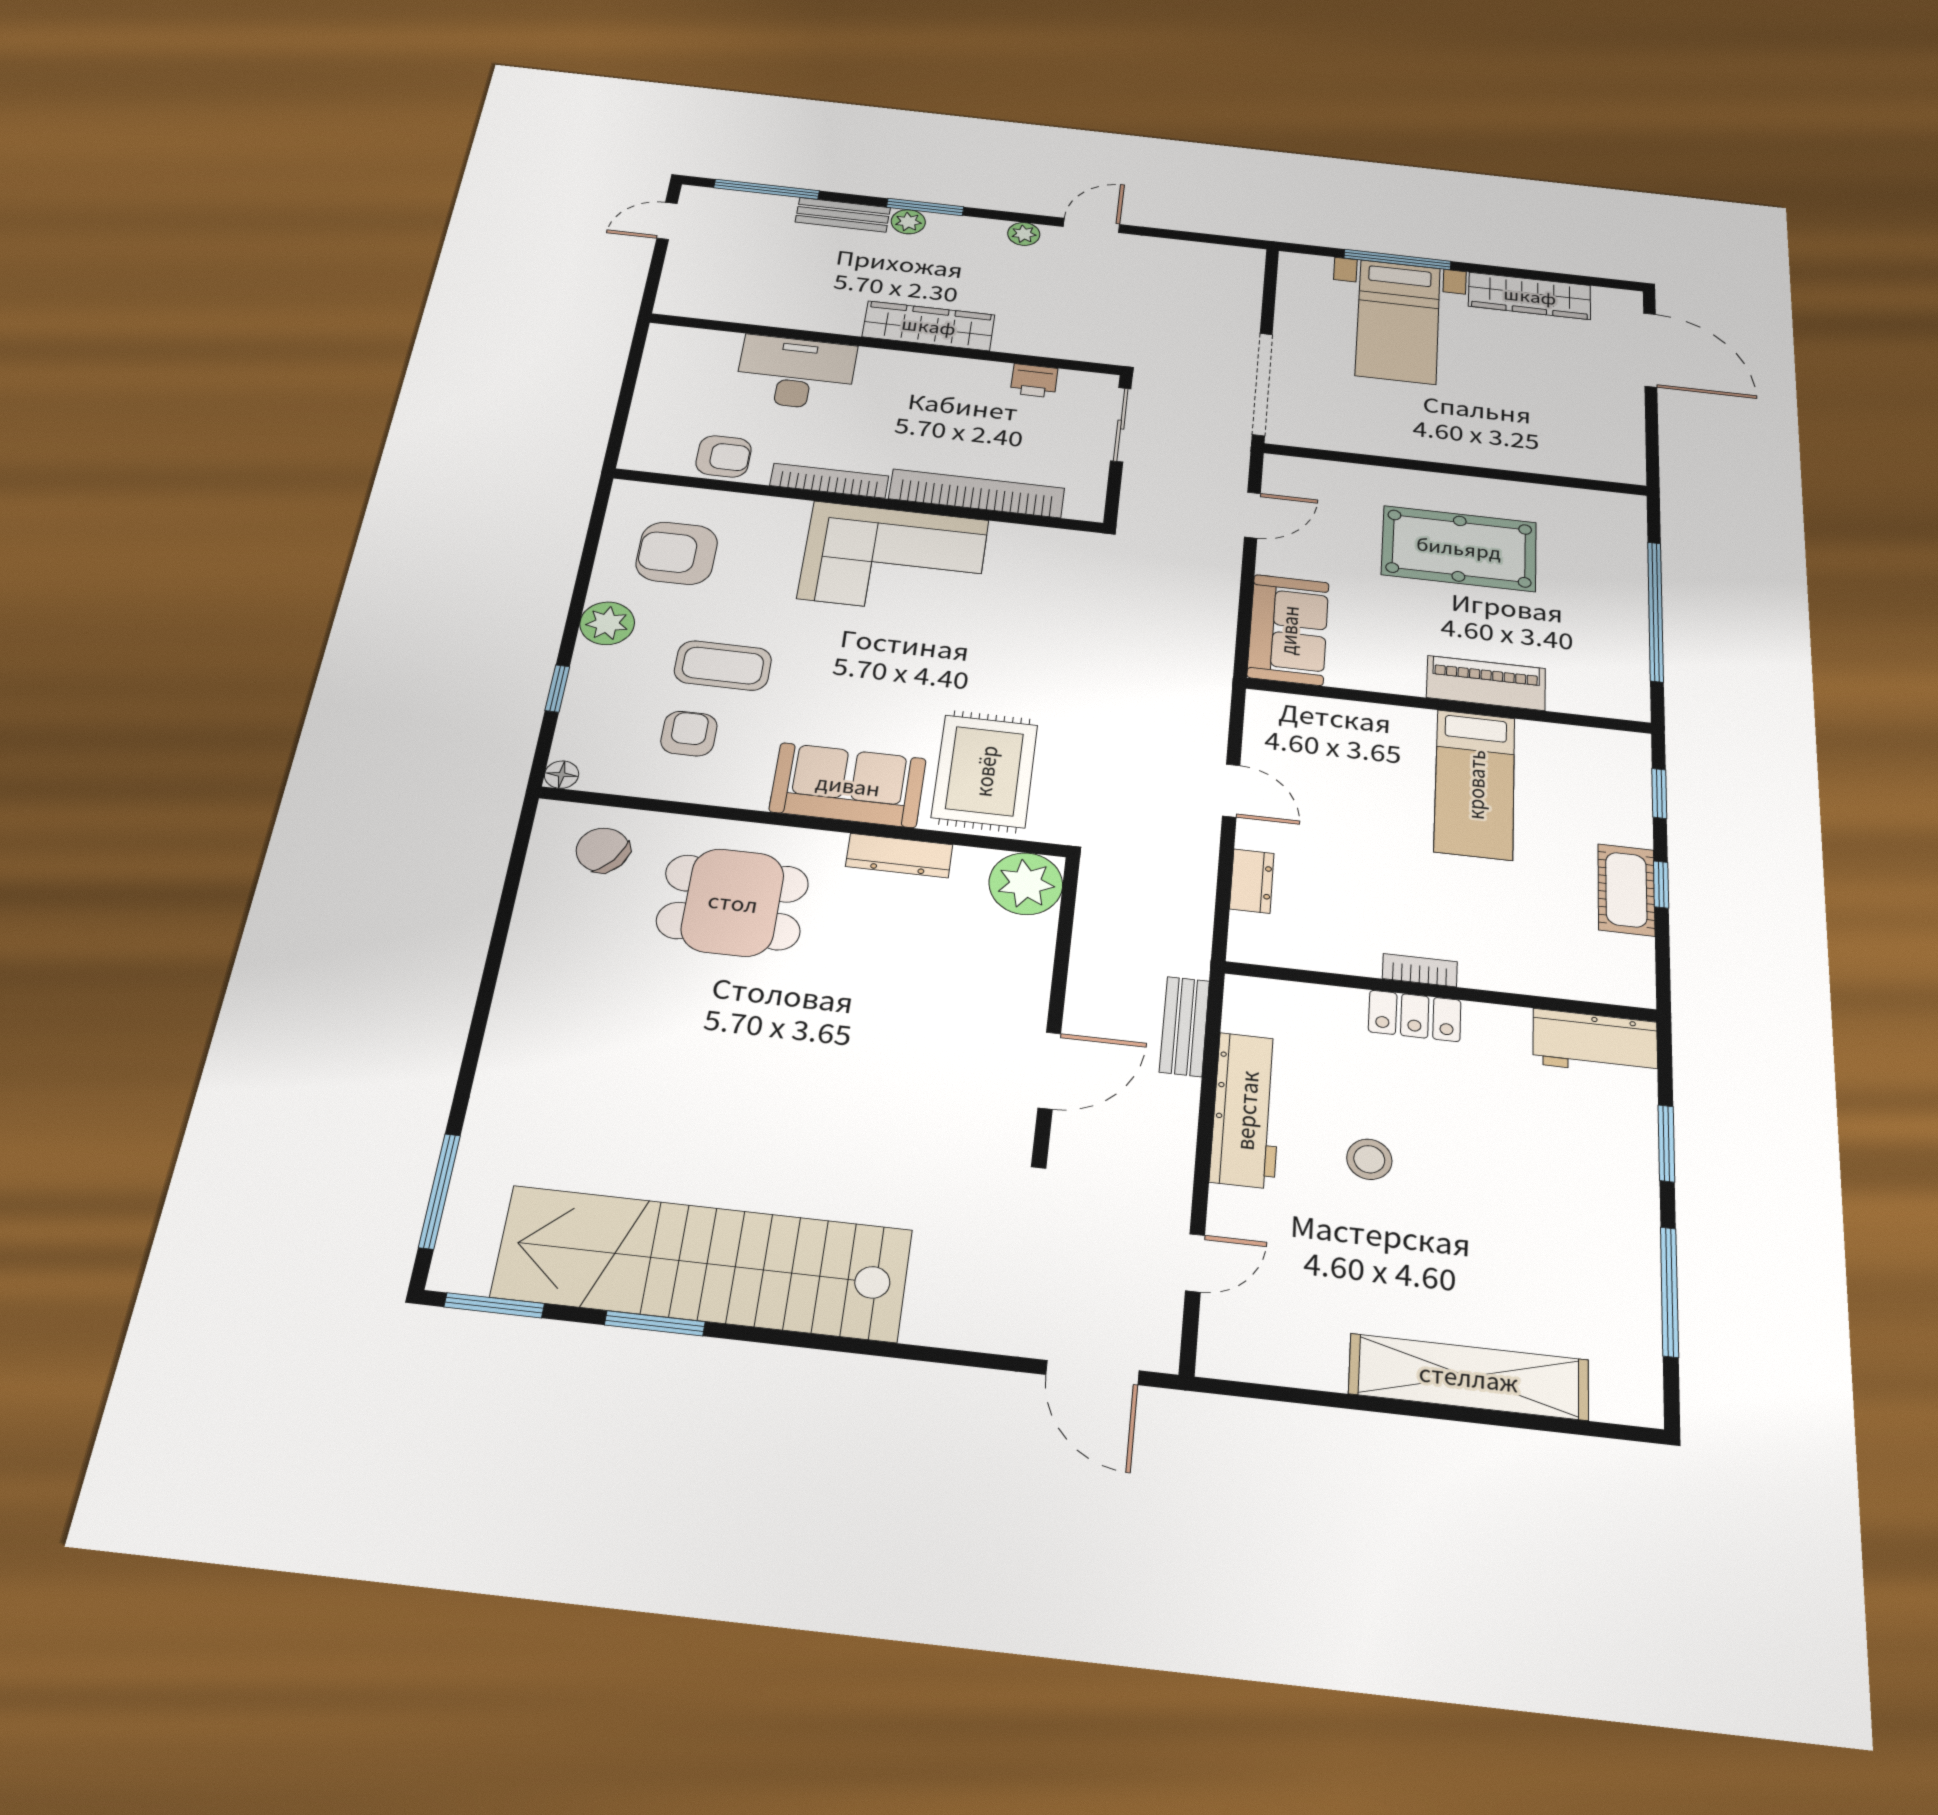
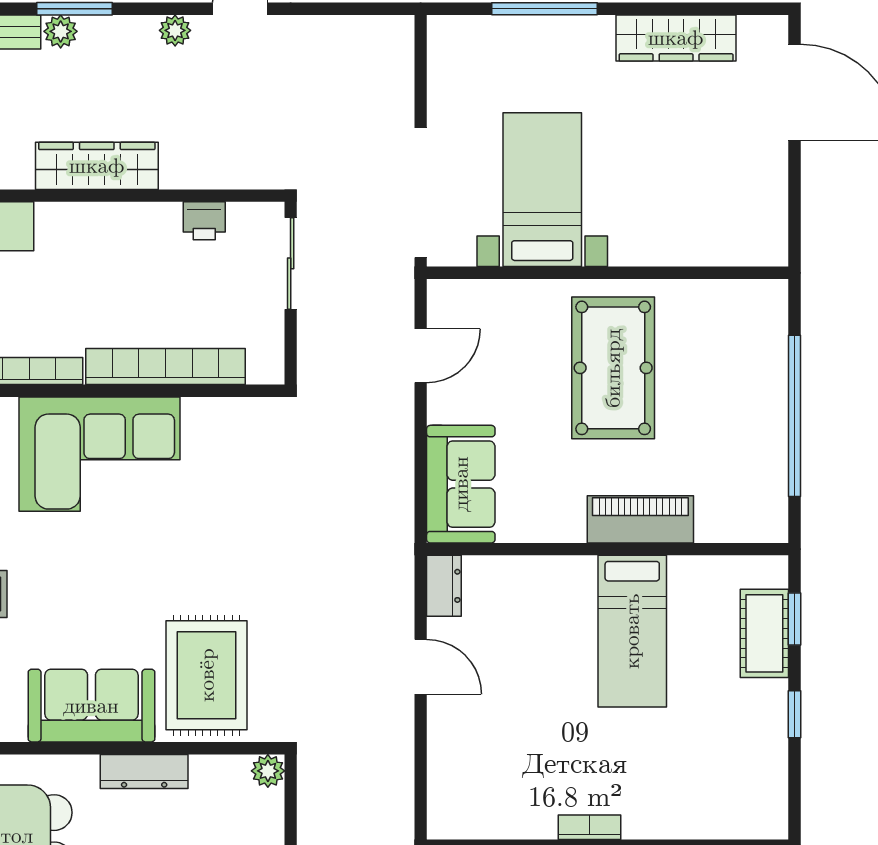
bed with nightstands: (1398, 321) -> (542, 190), moved, turned 180
pool table: (1459, 548) -> (613, 368), turned 90
dresser: (1252, 881) -> (444, 586), moved
plant: (1026, 884) -> (268, 771), width x0.53, depth x0.53
cot: (1626, 890) -> (764, 633), moved

